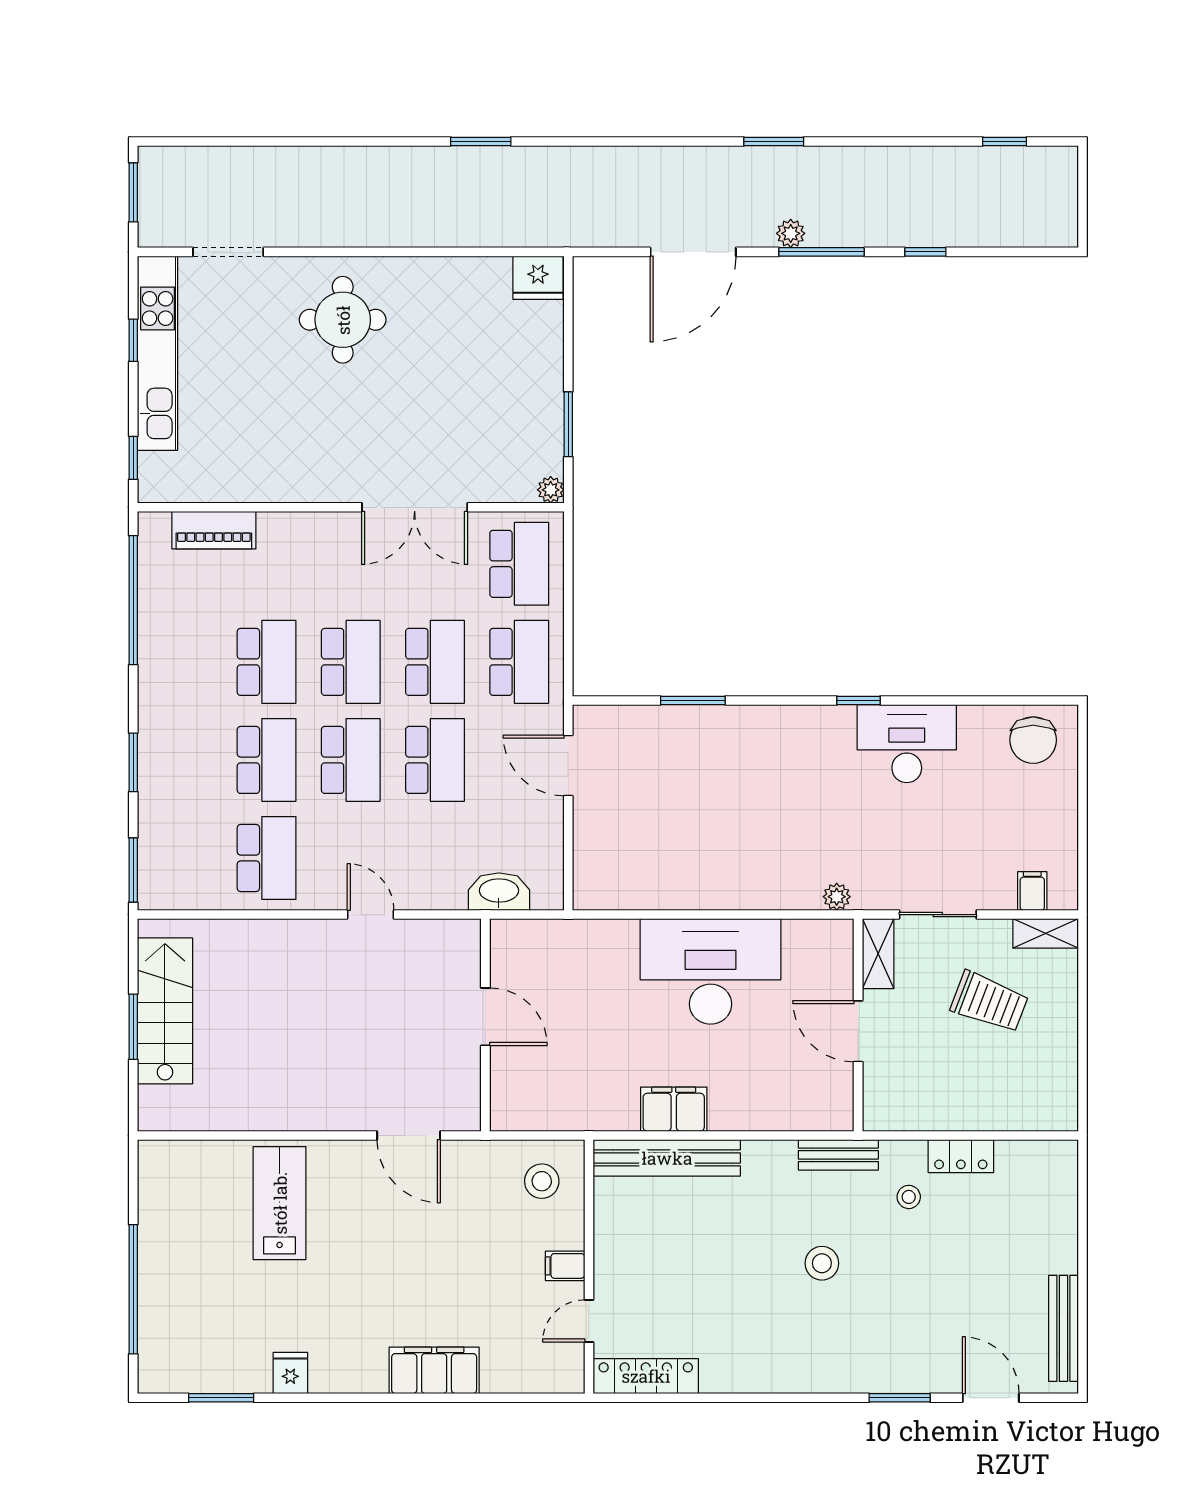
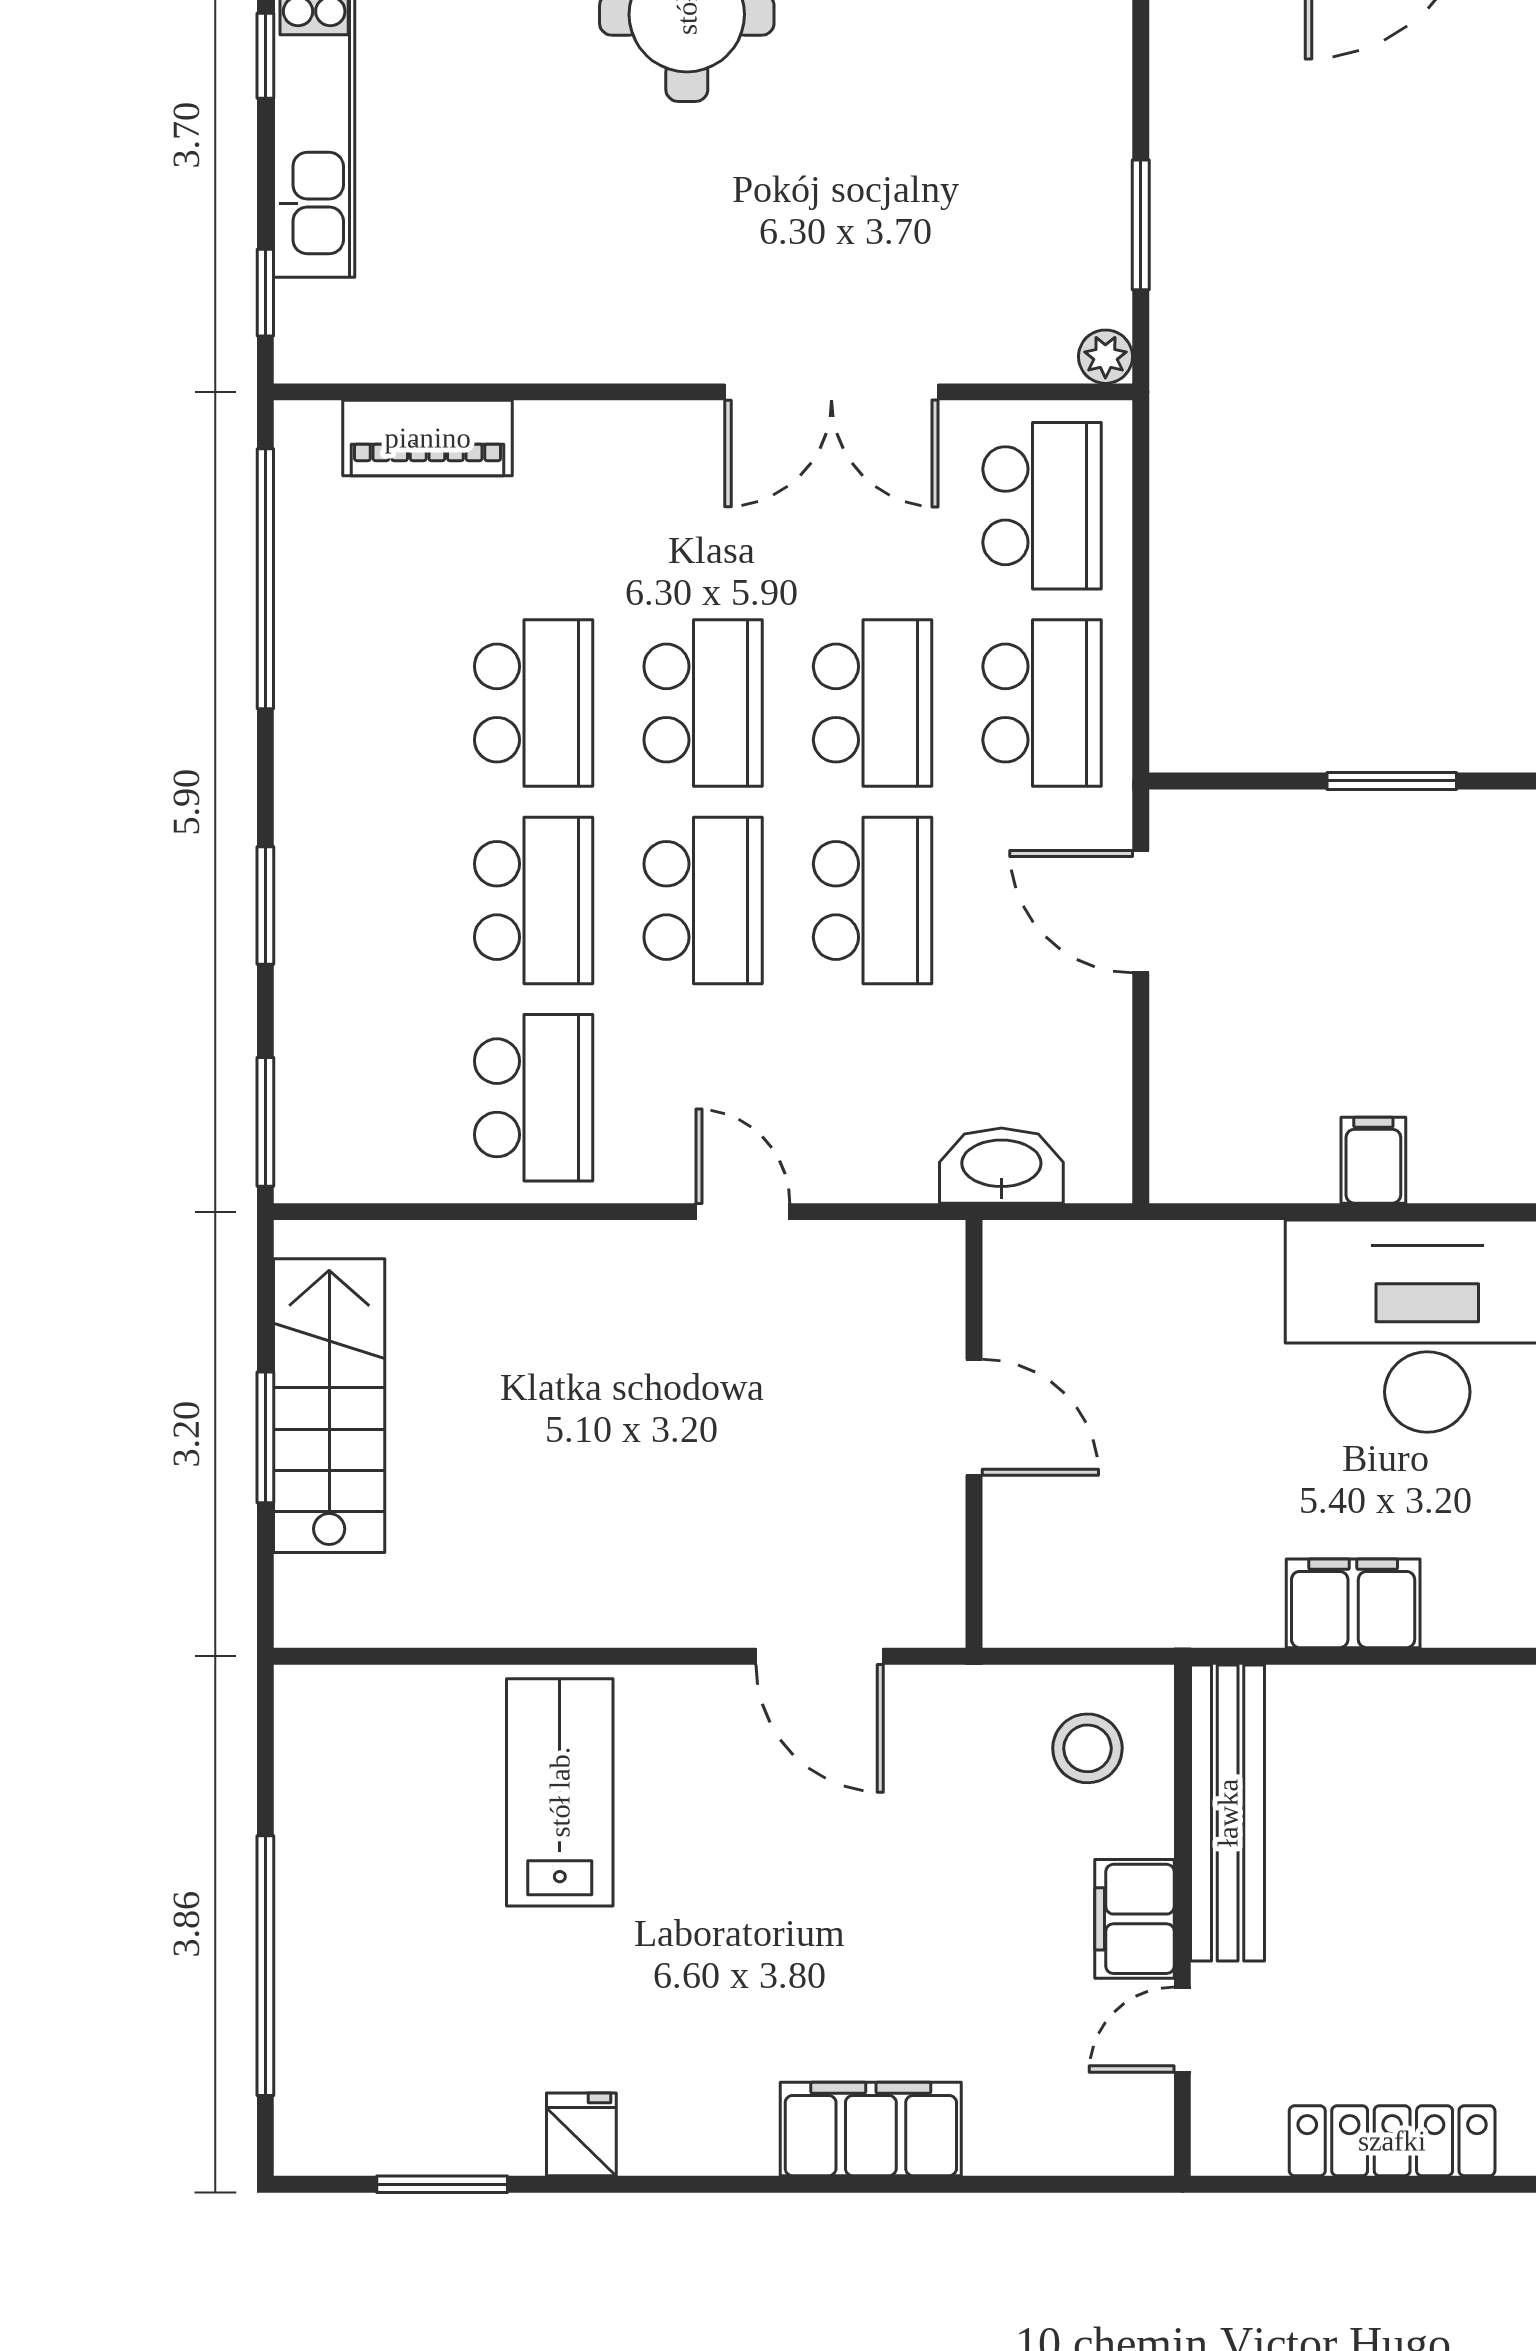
filing cabinet: (684, 889) -> (1373, 1160), added
bench: (667, 1158) -> (1228, 1813), moved, turned 90
filing cabinet: (565, 1266) -> (1134, 1919), width x2.00
locker: (646, 1376) -> (1392, 2141), moved

